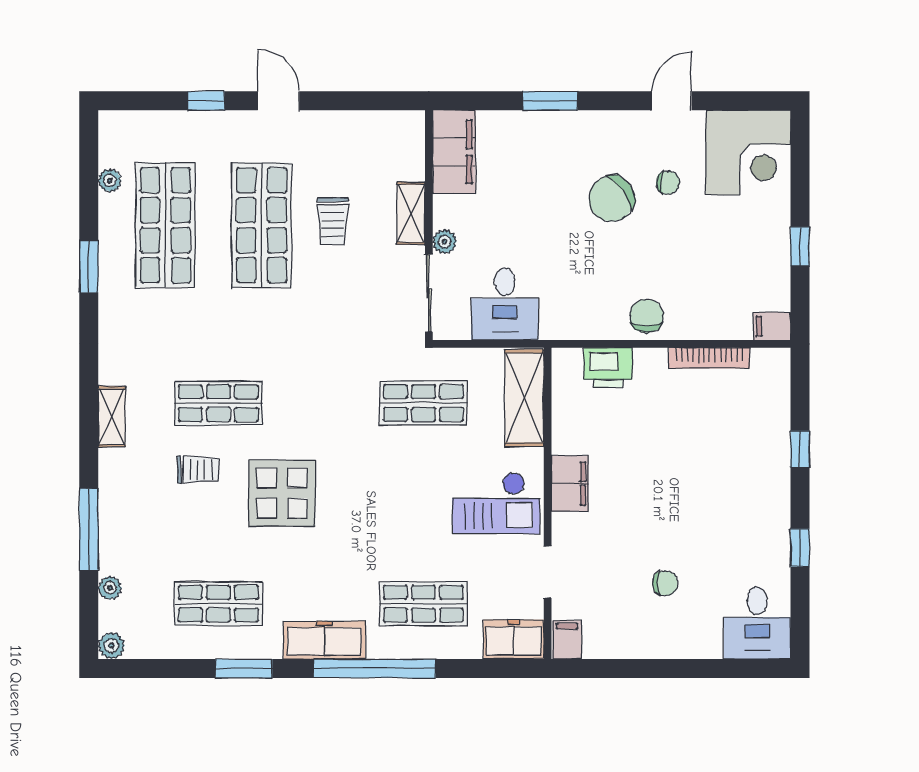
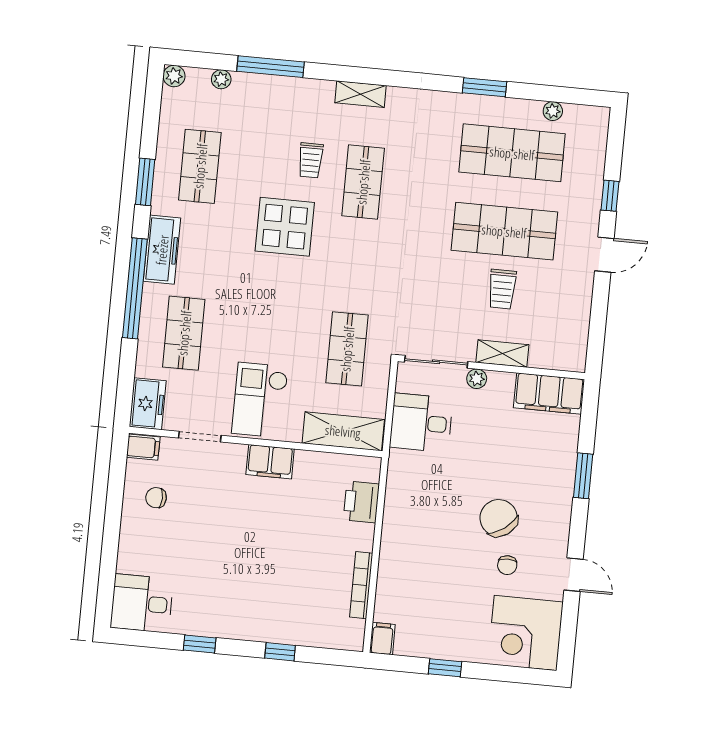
trolley: (332, 221) -> (502, 289), turned -90
chair: (647, 316) -> (401, 537), removed
chair: (665, 583) -> (156, 498), moved, turned 92

